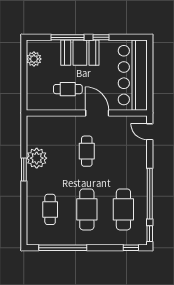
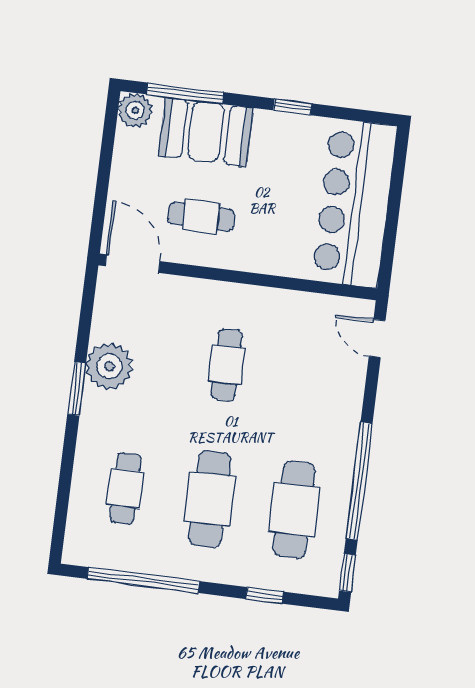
window: (68, 37) -> (185, 93), moved
booth: (80, 53) -> (206, 132), moved
plant: (34, 59) -> (135, 110), moved
door: (97, 113) -> (133, 264), moved
window: (131, 248) -> (265, 595), moved

